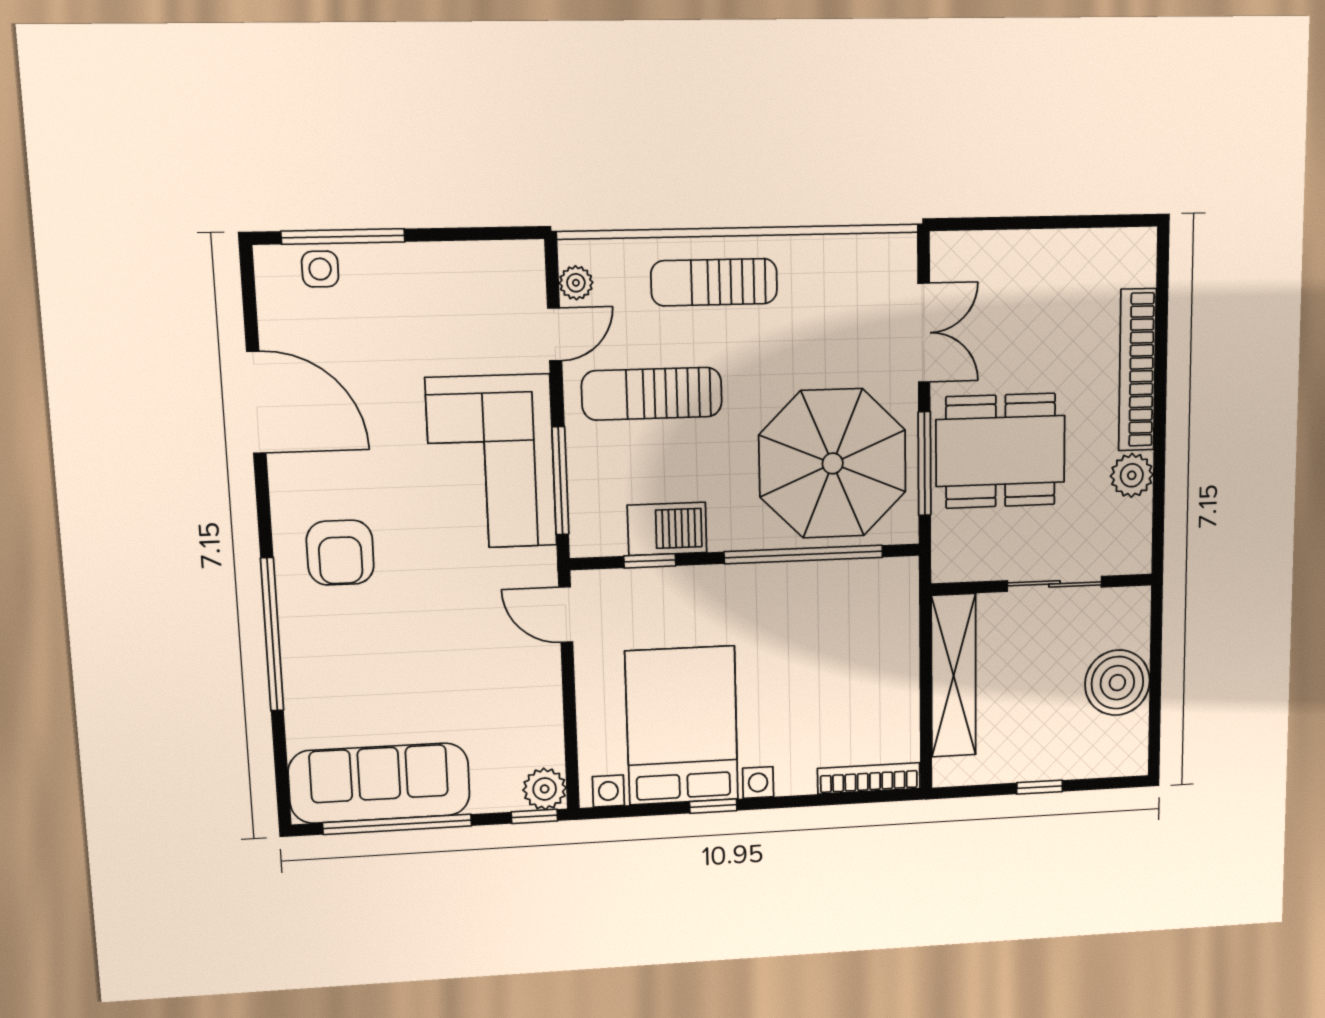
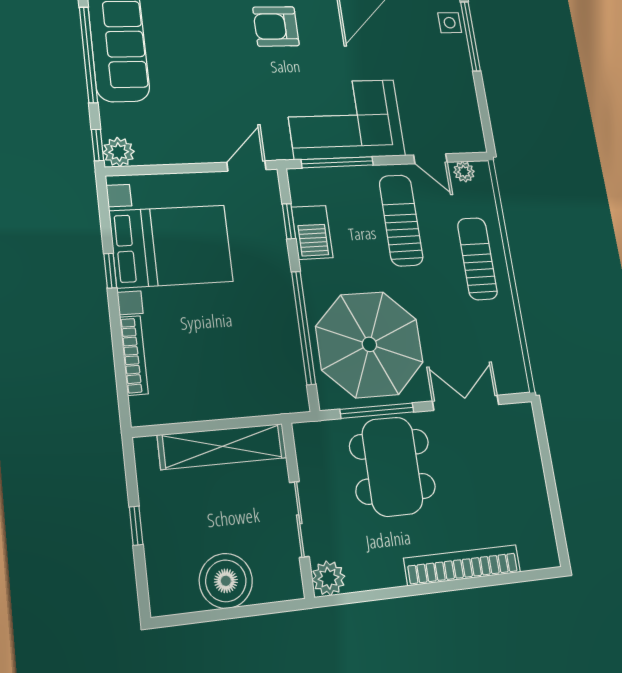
double door: (924, 333) -> (466, 403), swing flipped
plant: (1132, 475) -> (328, 578), moved
bookcase: (869, 778) -> (134, 355), moved

